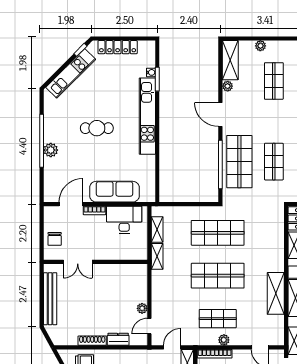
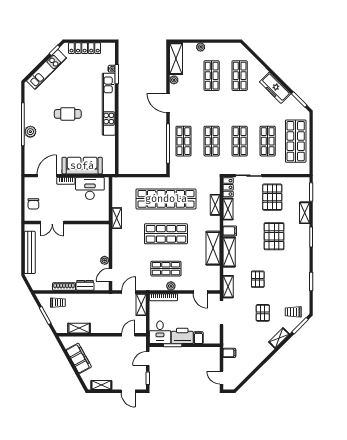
shop shelf: (239, 162) -> (183, 141), width x0.70, depth x0.74
shelving: (157, 230) -> (215, 205), moved
shop shelf: (218, 233) -> (166, 199), width x1.40

